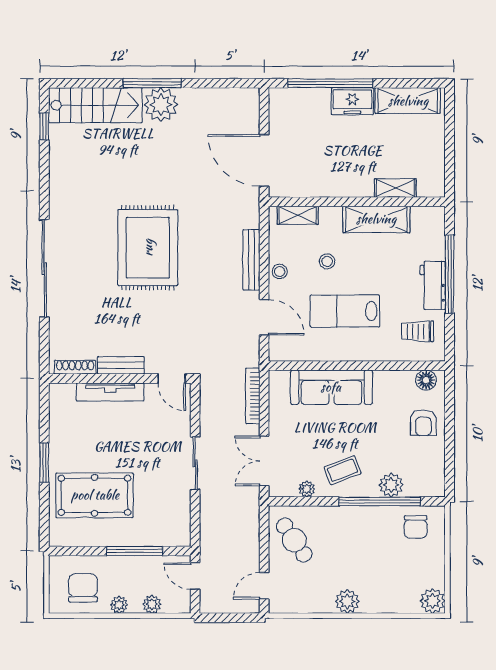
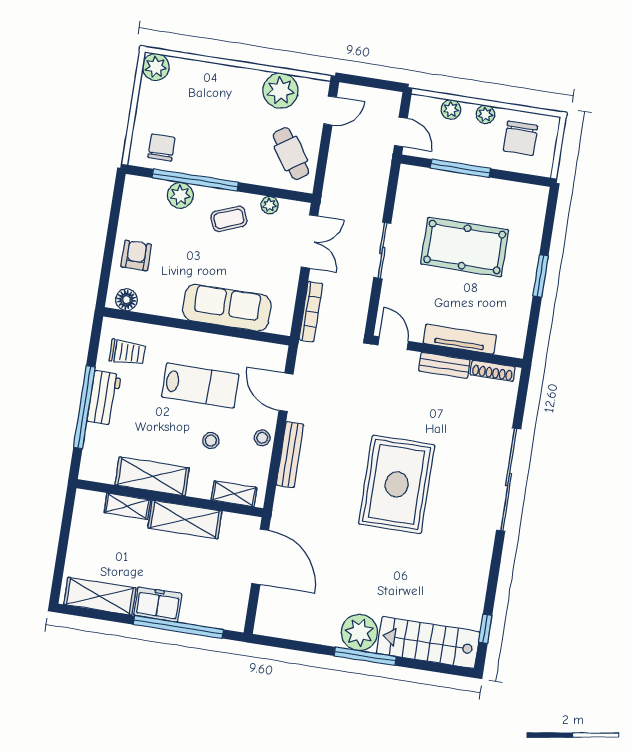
shelving: (340, 184) -> (185, 520), added
pool table: (95, 495) -> (465, 247), moved
plant: (347, 601) -> (280, 91), moved, width x1.36, depth x1.36

